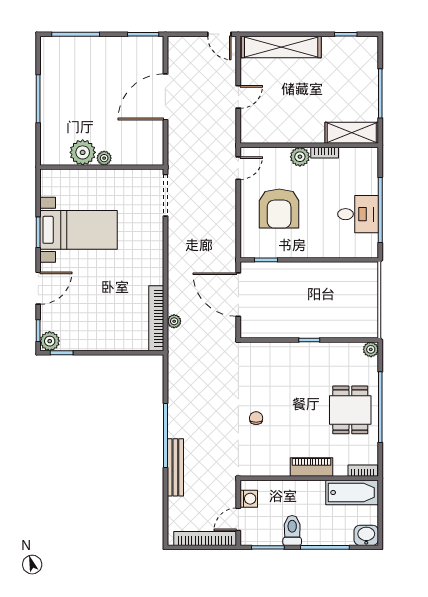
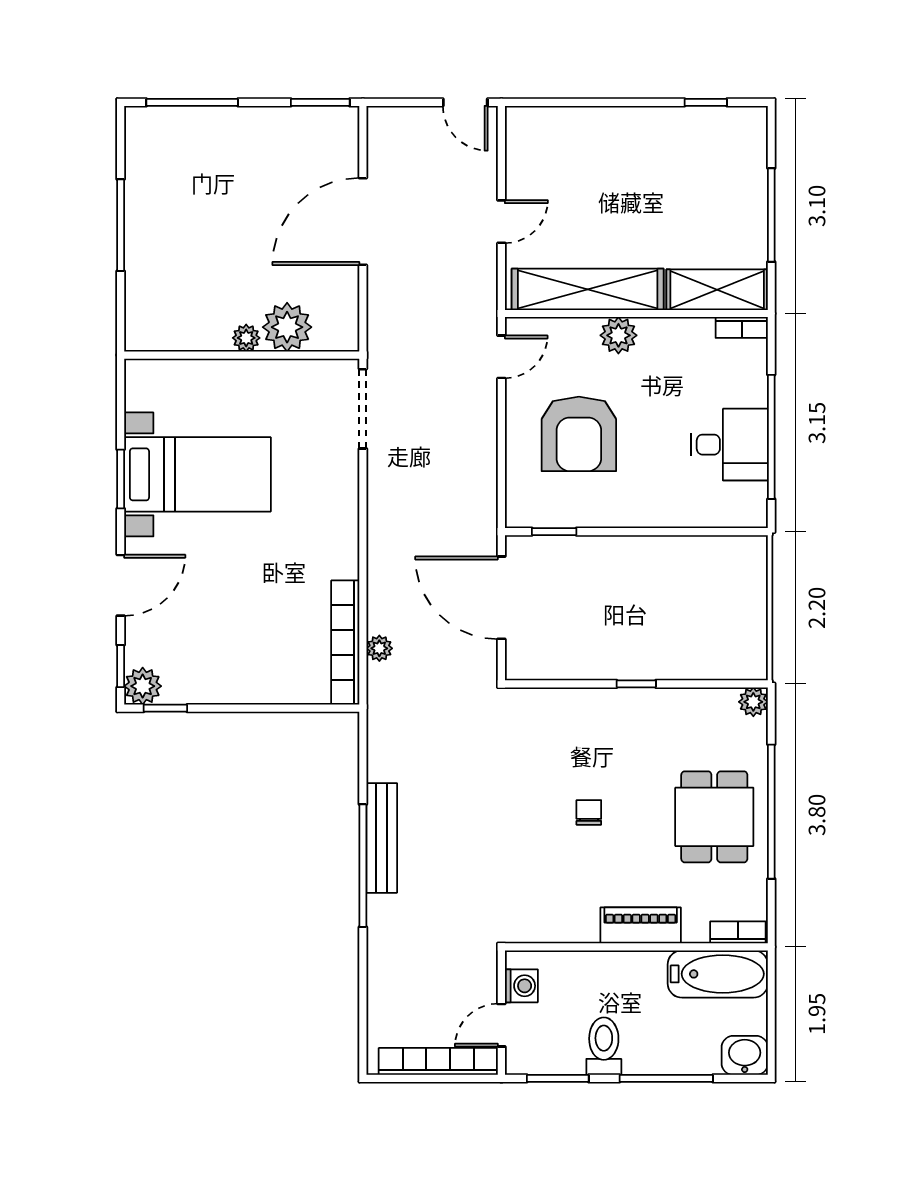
shelving: (281, 47) -> (588, 289), moved
plant: (83, 152) -> (287, 327), moved
bookcase: (325, 153) -> (742, 327), moved
chair: (256, 418) -> (589, 812), moved
bench: (175, 467) -> (382, 838), moved

